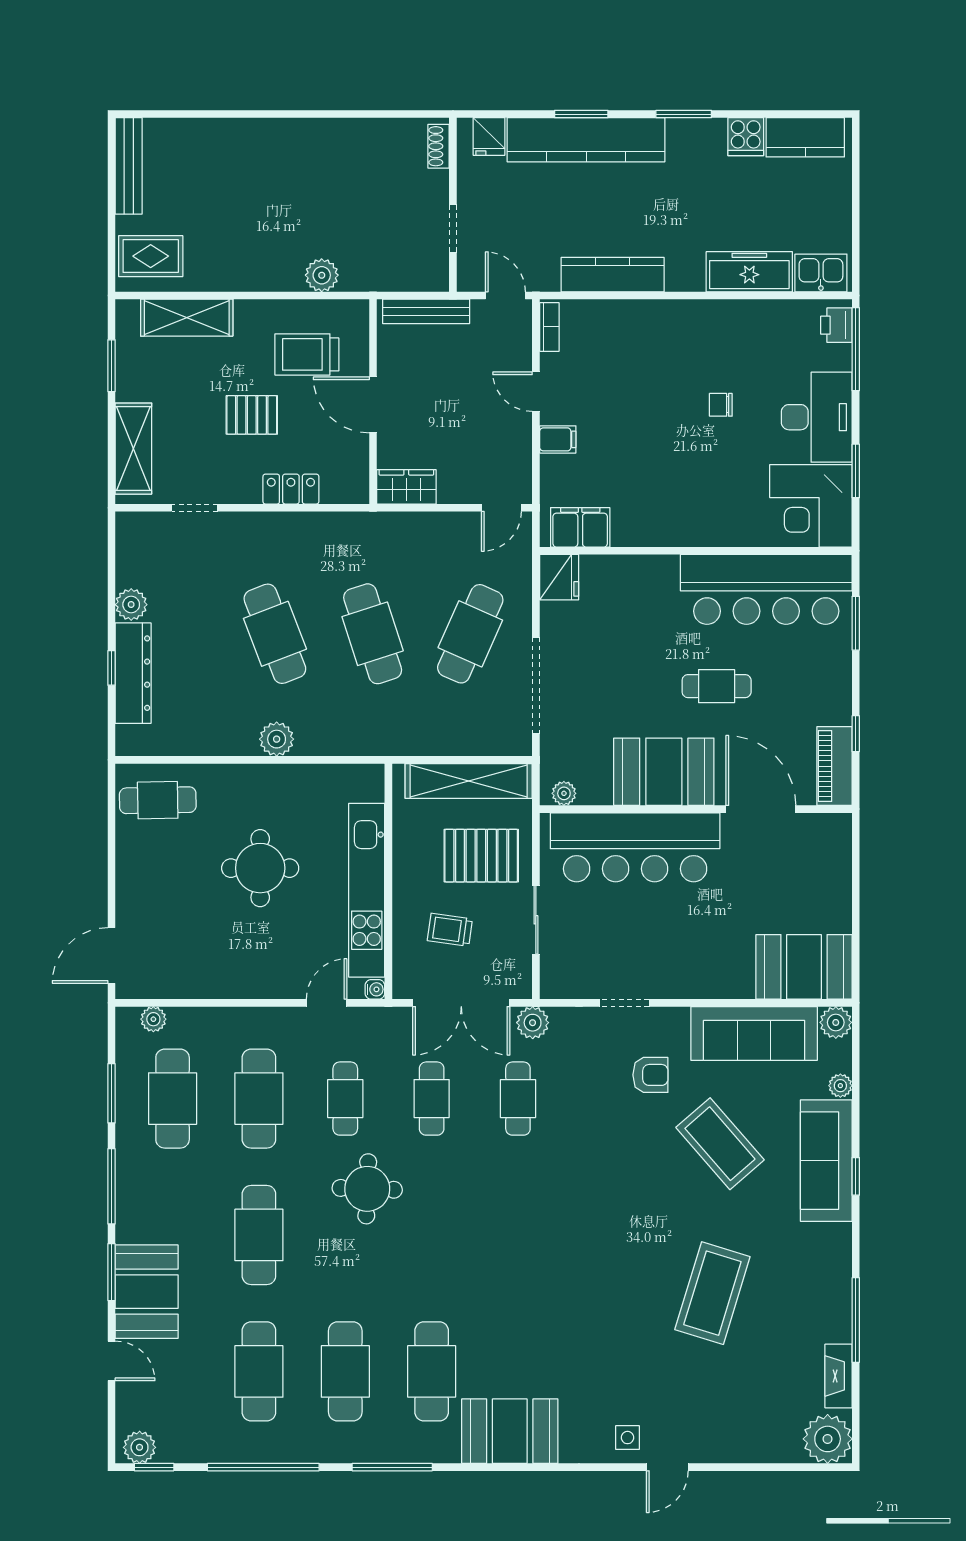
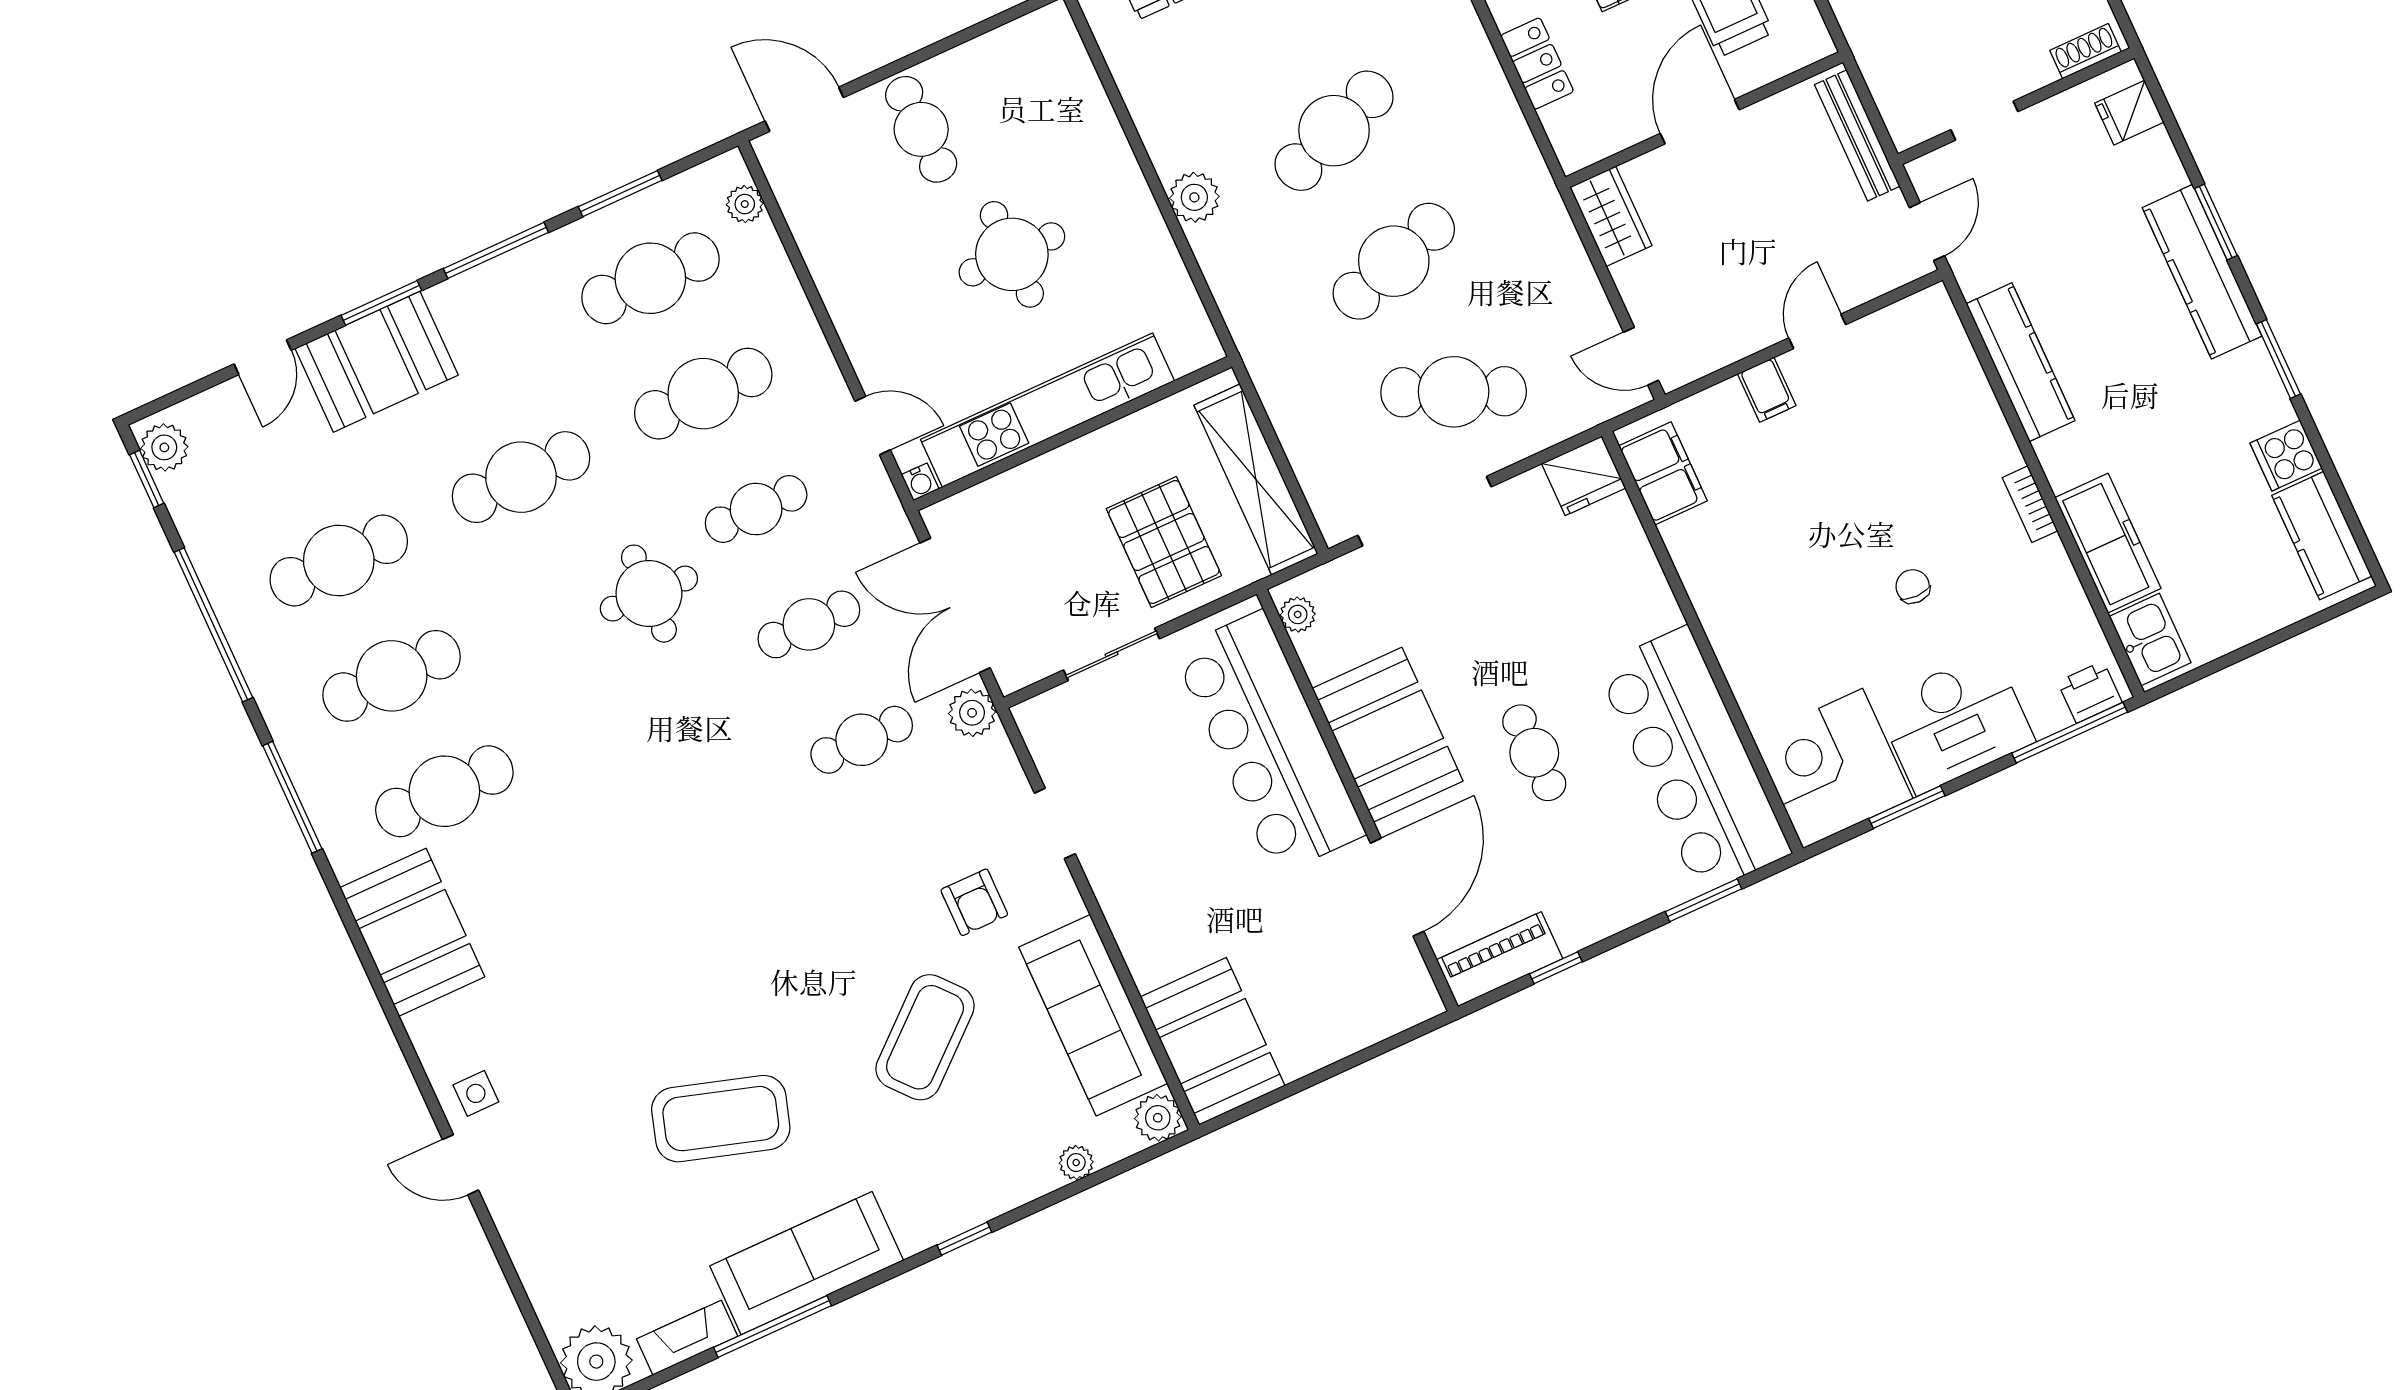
kitchen counter: (586, 140) -> (2202, 272), width x0.72, depth x0.86
bookcase: (549, 327) -> (2030, 504), moved, turned 90
cafe table: (158, 800) -> (921, 129), moved
trolley: (450, 930) -> (1046, 545), removed
sofa: (826, 1161) -> (807, 1263), moved

